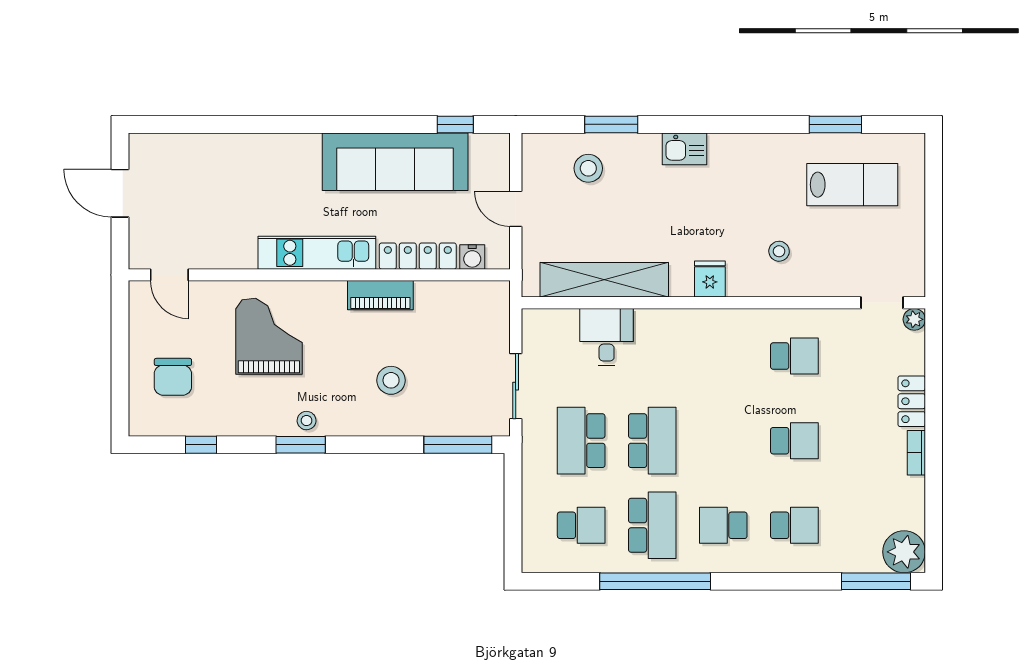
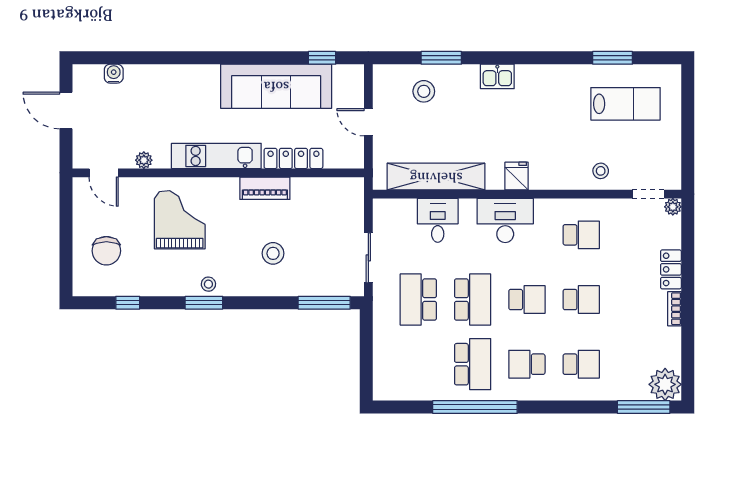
stool: (779, 251) -> (601, 171), moved
water cooler: (472, 257) -> (114, 74), moved, turned 180
plant: (222, 258) -> (144, 160), added
desk: (695, 337) -> (505, 220), added
school desk: (581, 525) -> (527, 300), moved

